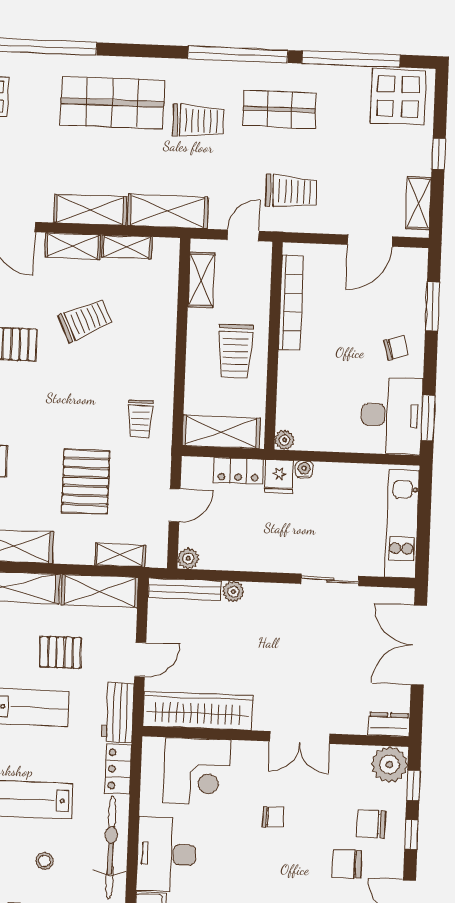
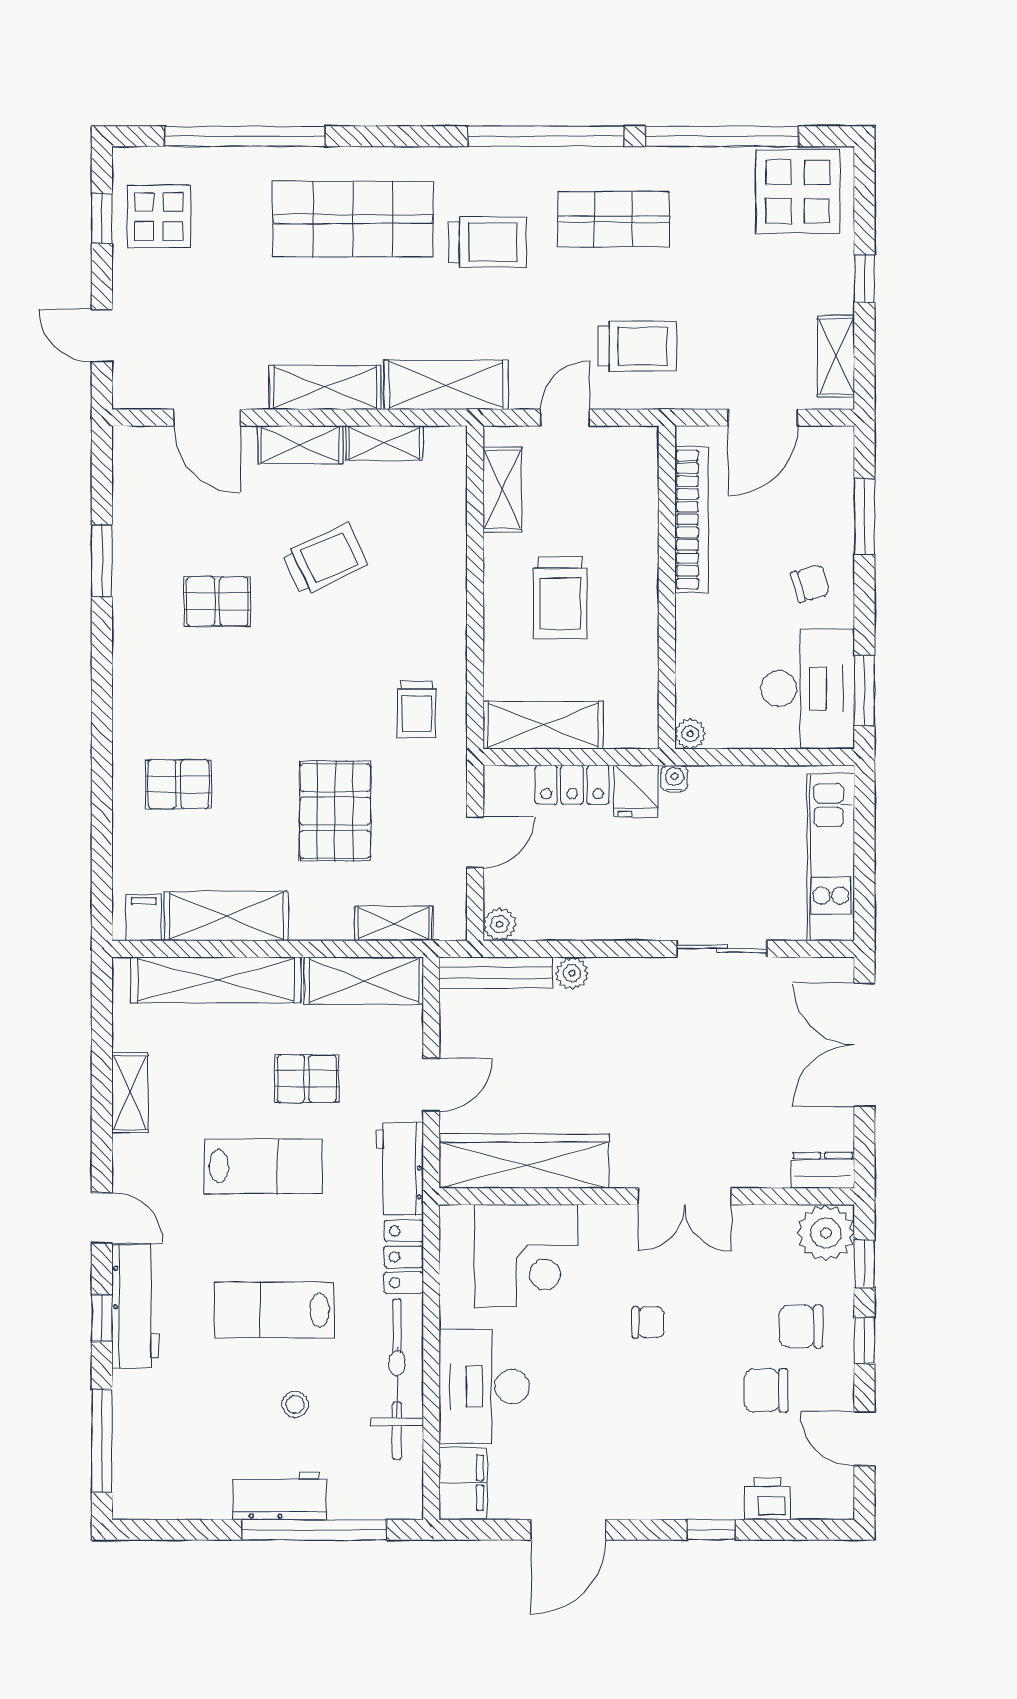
bookcase: (291, 303) -> (691, 520), moved
wall: (273, 346) -> (667, 587), moved
plant: (285, 440) -> (690, 734), moved

